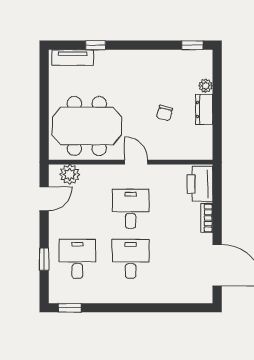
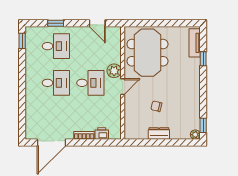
plant: (206, 86) -> (195, 135), moved
plant: (70, 174) -> (114, 71), moved
printer: (200, 184) -> (102, 133), width x0.53, depth x0.68

